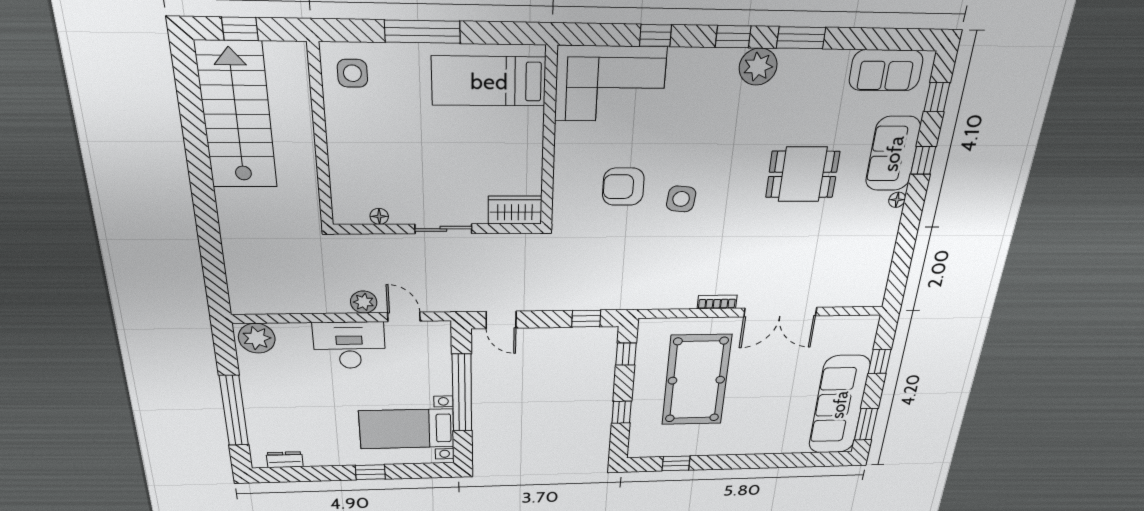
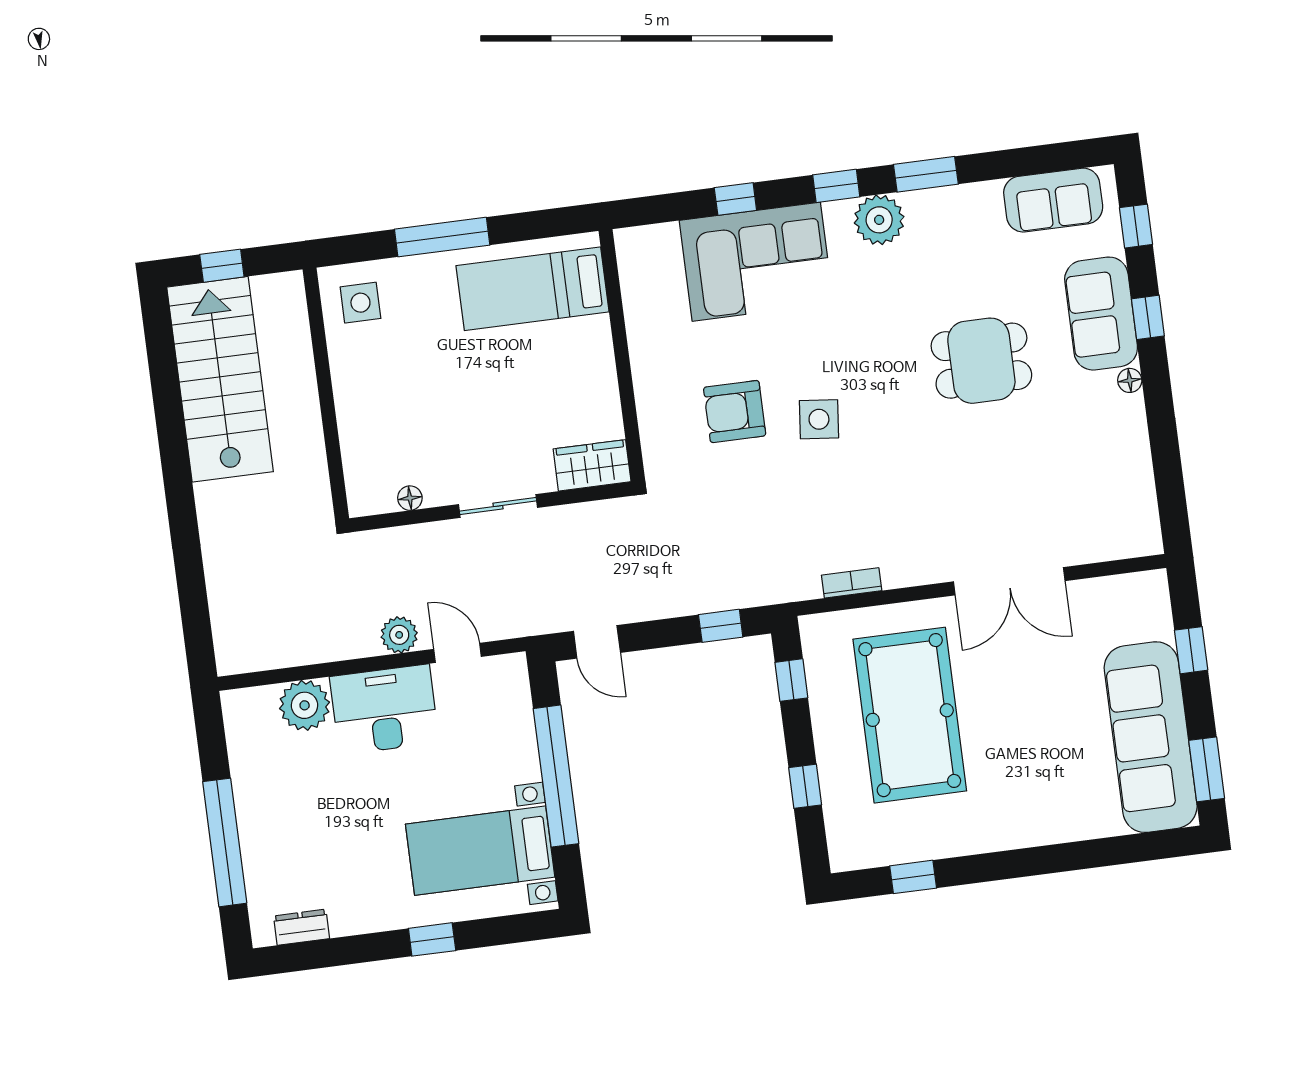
corner sofa: (610, 84) -> (756, 262), moved
bookcase: (717, 302) -> (852, 583), moved
plant: (257, 338) -> (305, 705), moved

